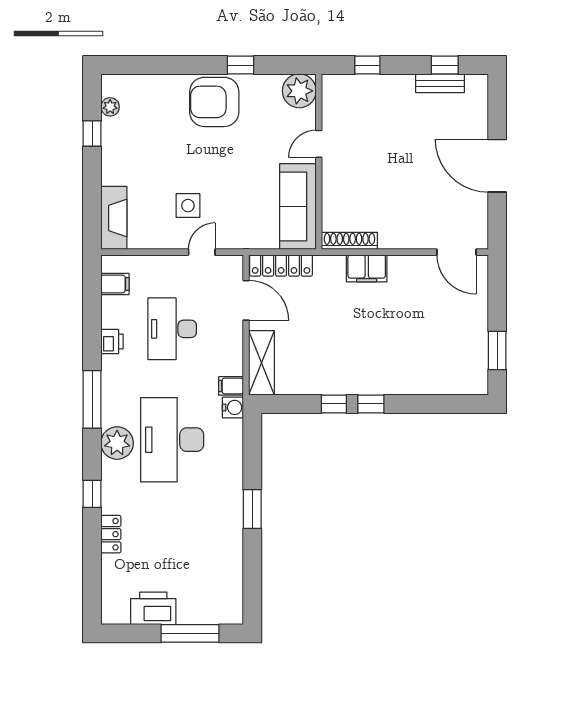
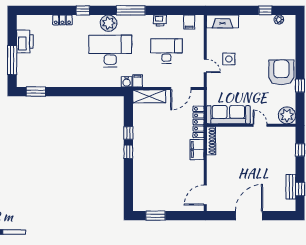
locker: (281, 265) -> (198, 122), moved
window: (252, 509) -> (36, 92), moved

